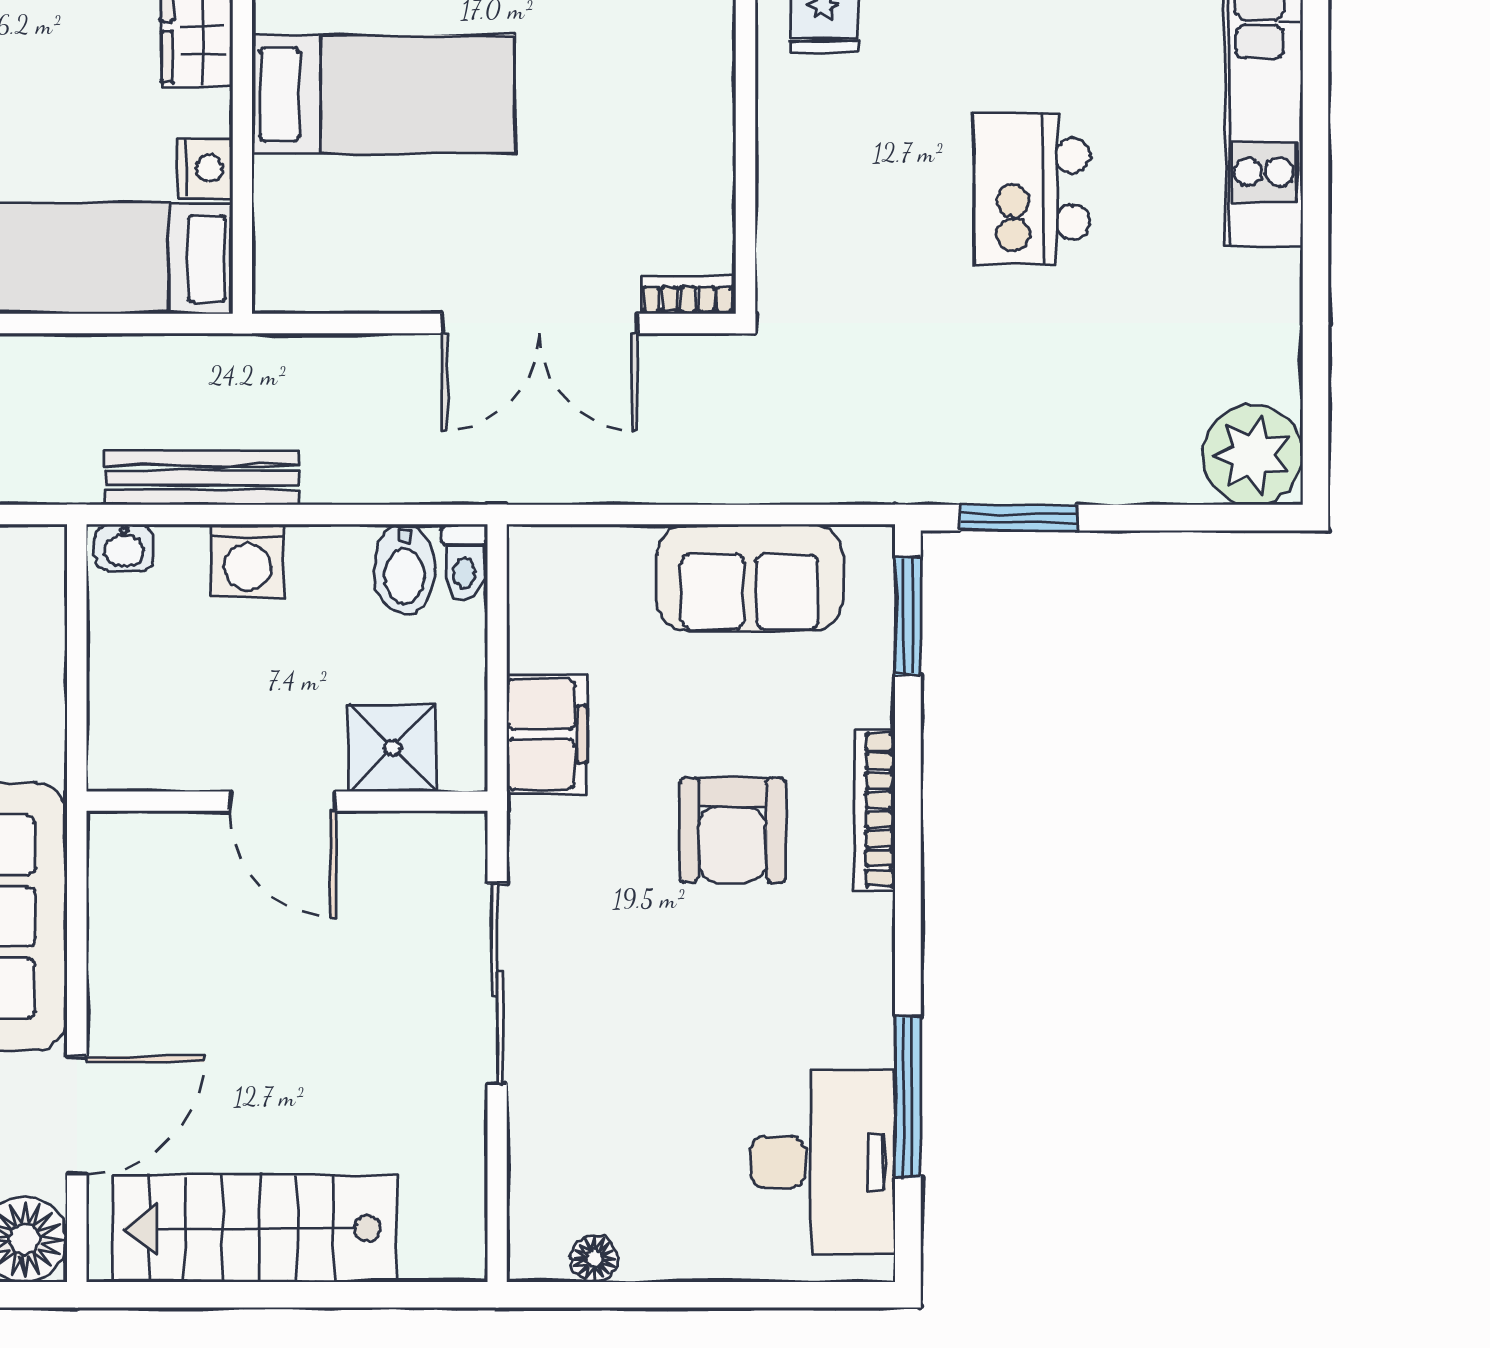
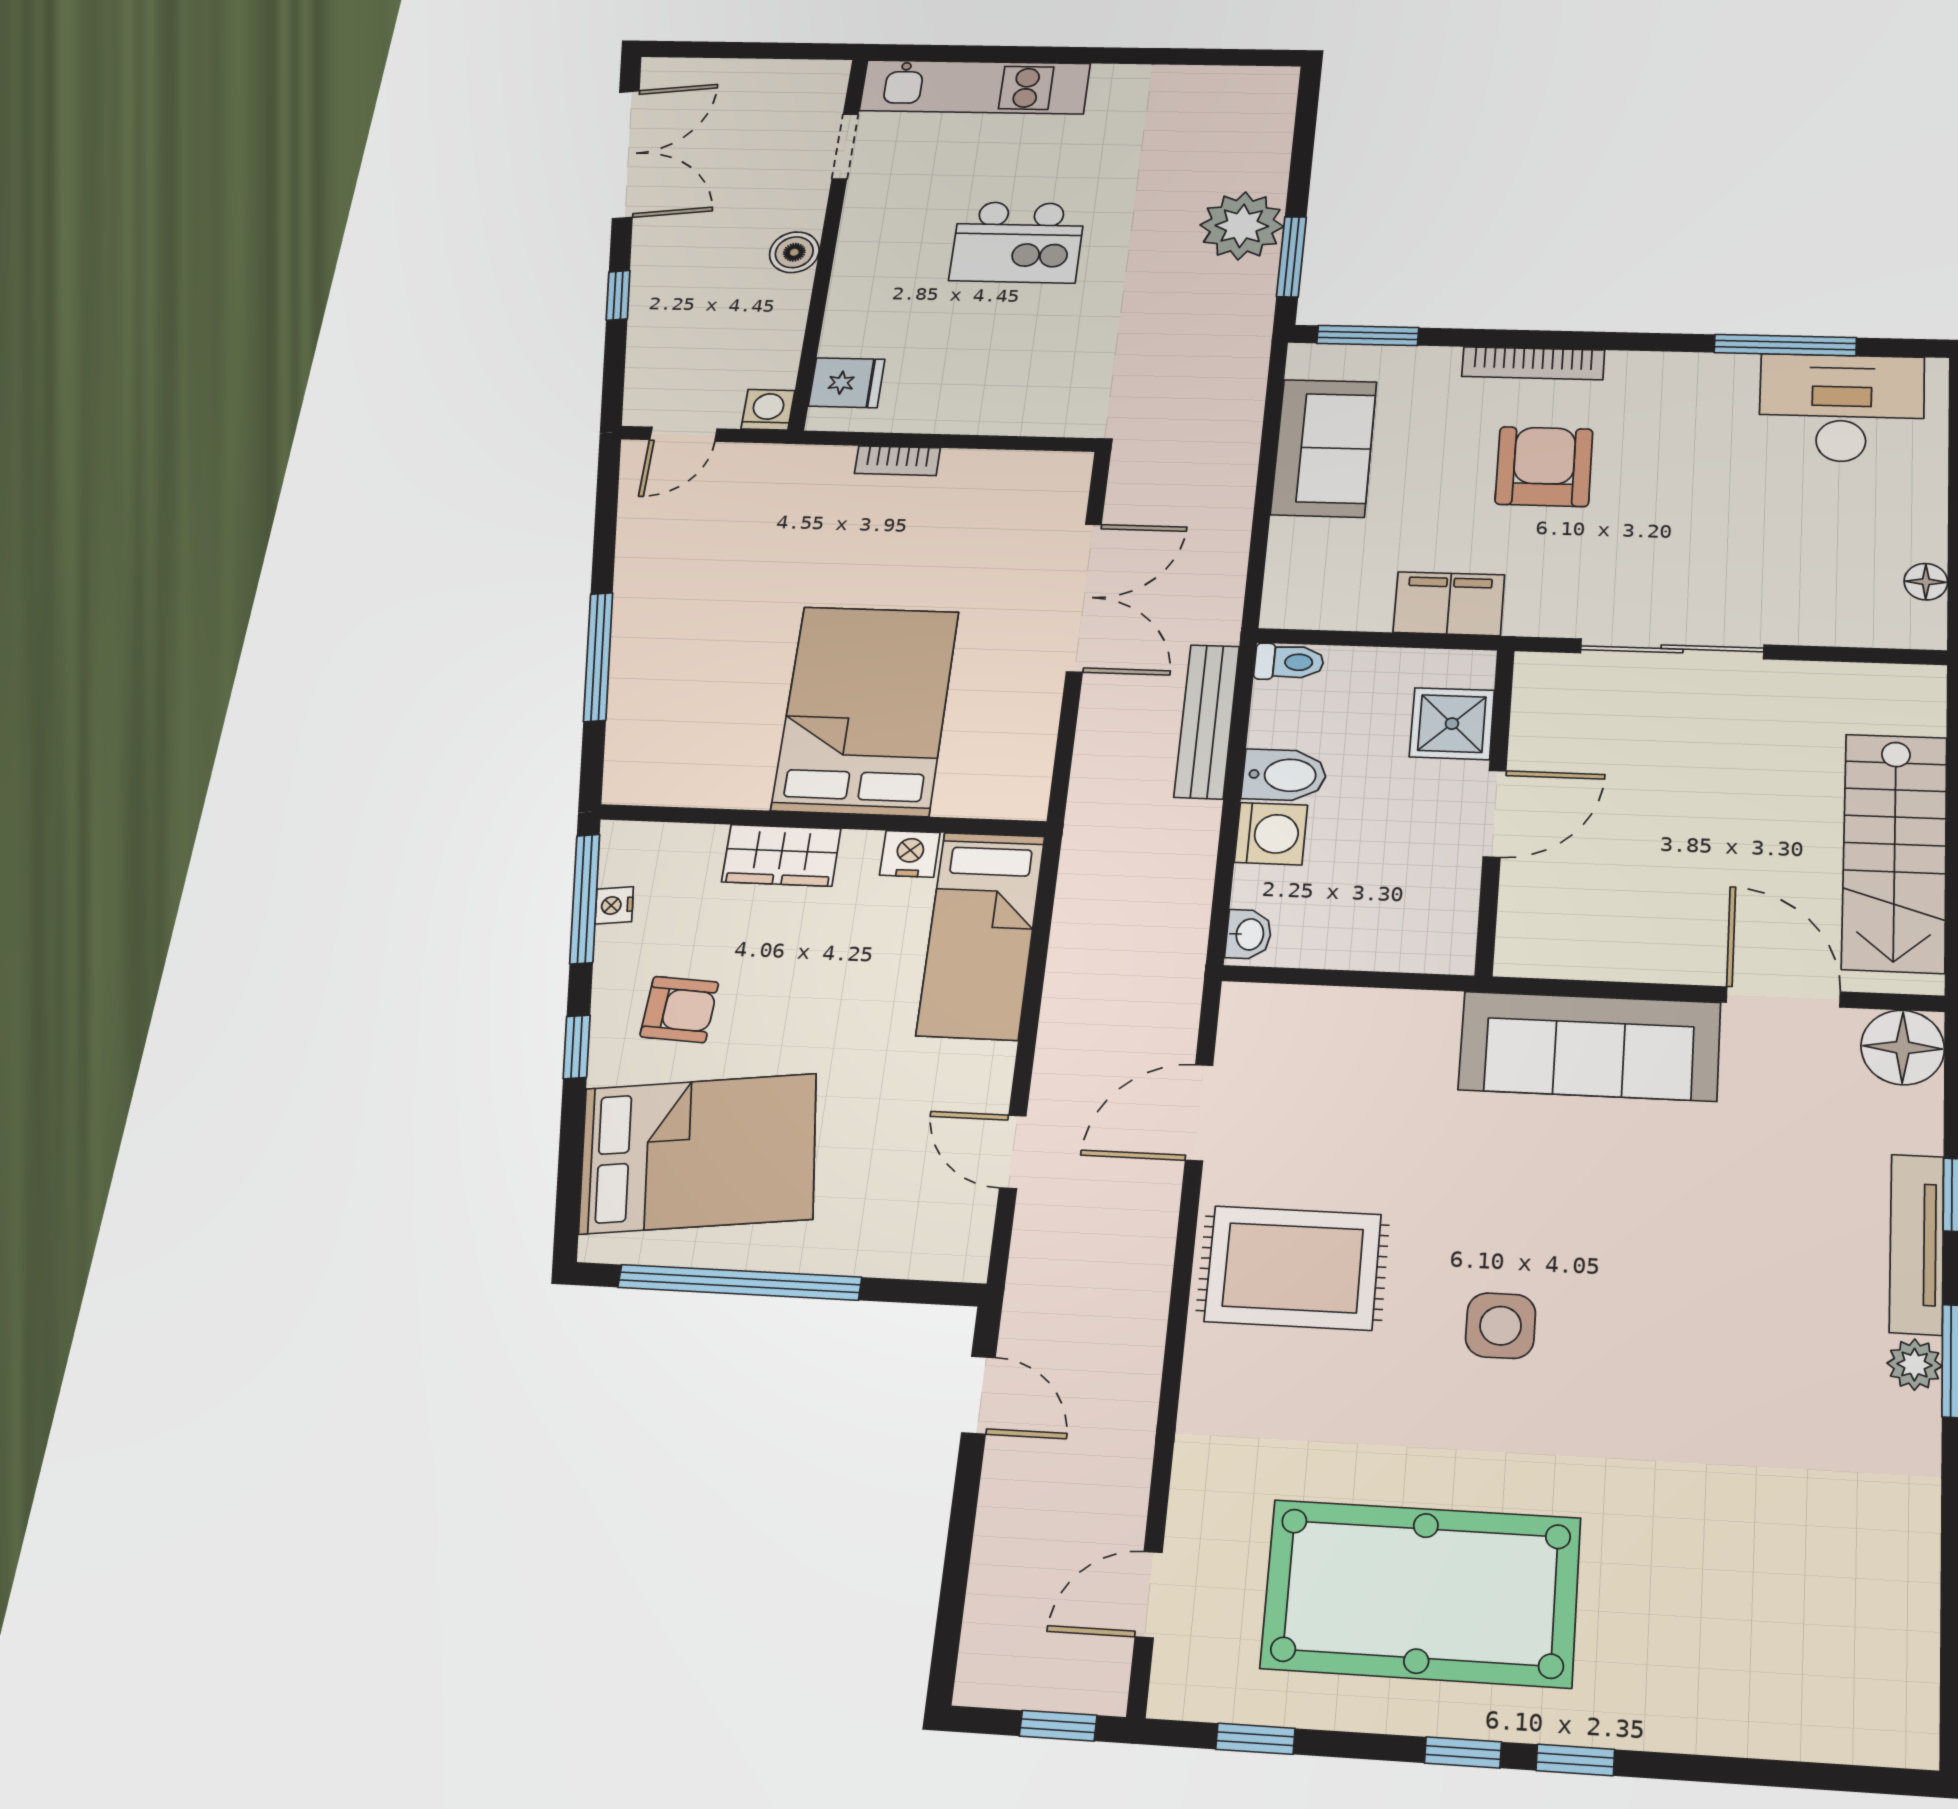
bed: (383, 94) -> (866, 710), width x1.50
bookcase: (688, 295) -> (897, 461), moved, turned -90
plant: (1253, 455) -> (1242, 226), moved
bench: (202, 478) -> (1207, 721), moved
bidet: (404, 569) -> (1284, 775), moved
armchair: (733, 830) -> (1544, 467), turned -90

